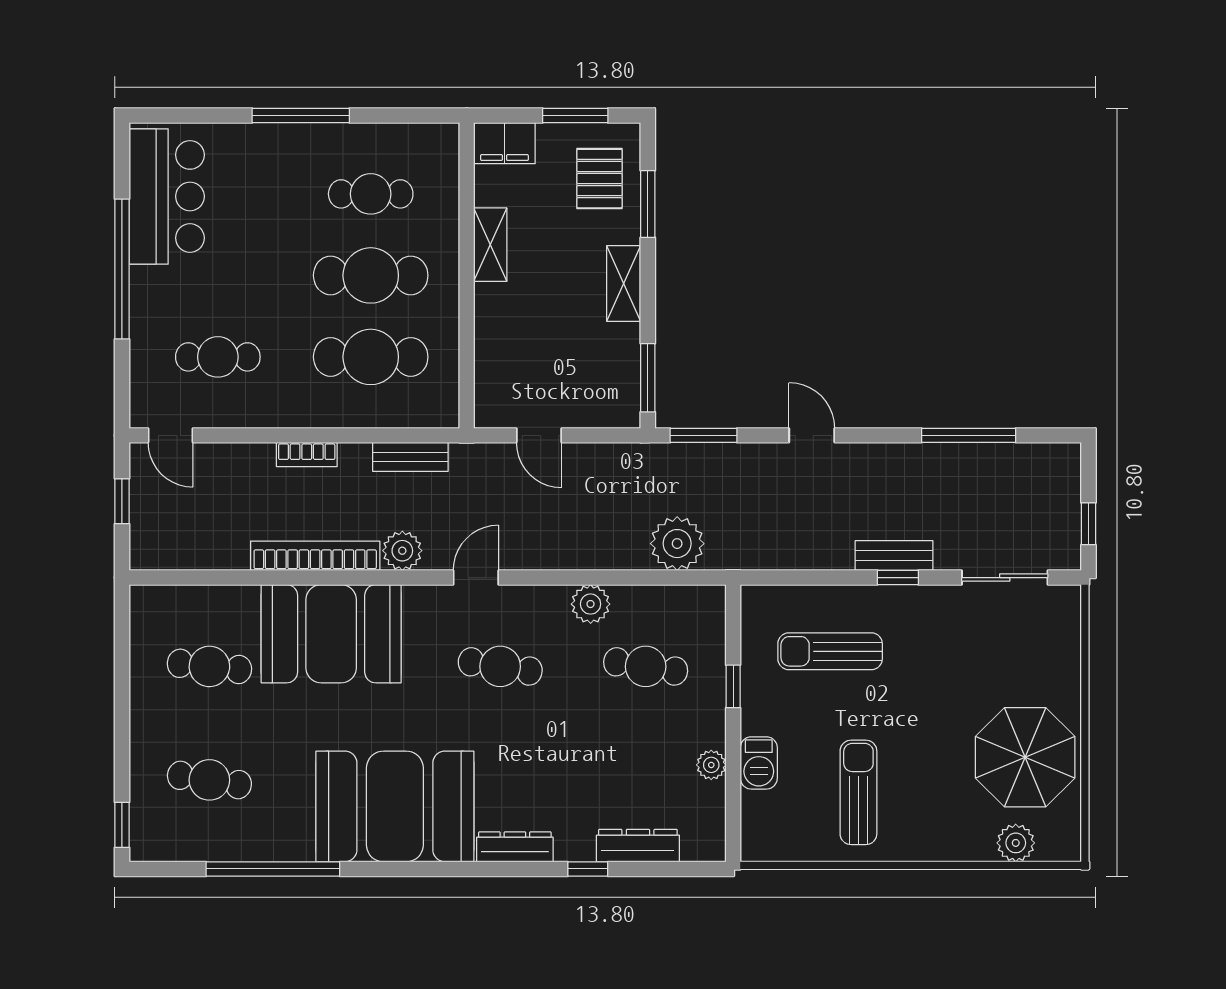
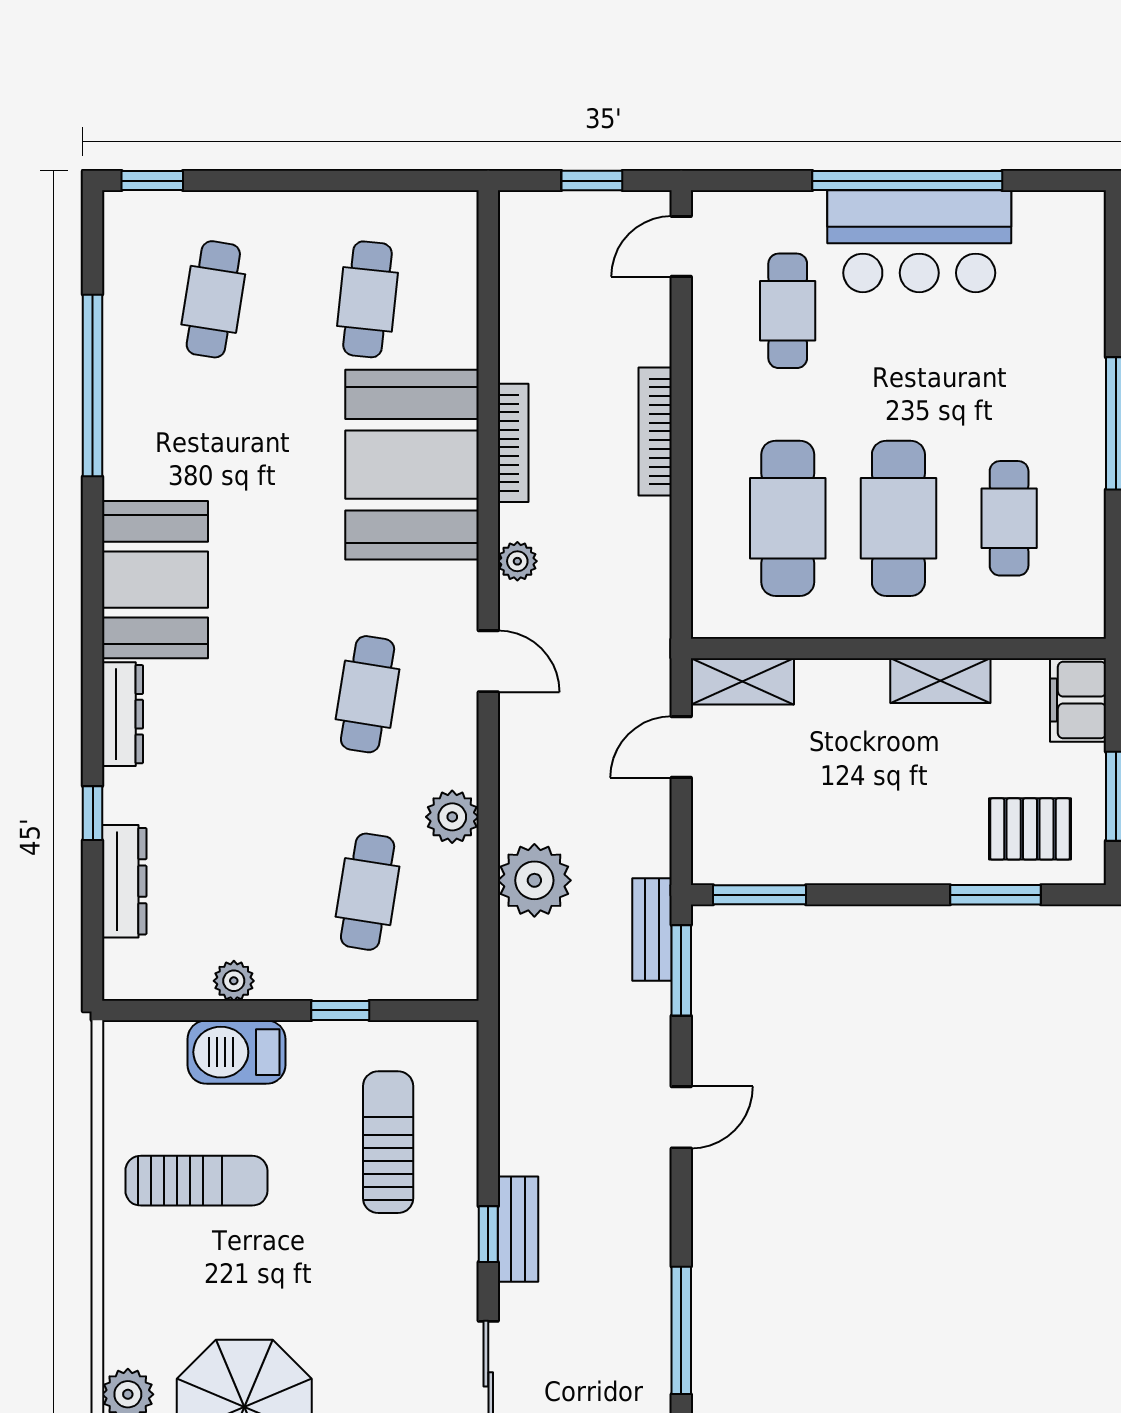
bar counter: (167, 196) -> (919, 241), moved
shelving: (624, 283) -> (742, 681), moved
bookcase: (307, 455) -> (655, 431), width x1.56
bench: (410, 457) -> (652, 930), moved
plant: (677, 544) -> (534, 880), moved
plant: (402, 551) -> (517, 561), width x0.73, depth x0.73
bookcase: (315, 556) -> (513, 443), width x0.68, depth x0.76
barbecue: (759, 763) -> (236, 1052), width x1.38, depth x1.27
booth: (395, 806) -> (155, 580), width x0.73, depth x0.70

